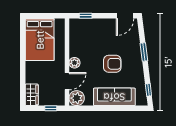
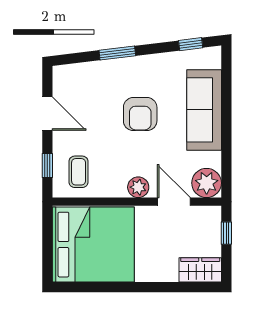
door: (125, 16) -> (47, 114), moved
coffee table: (82, 32) -> (79, 172), added
bed: (40, 40) -> (93, 245), width x1.36
armchair: (112, 64) -> (140, 114), turned 180

